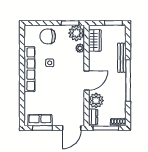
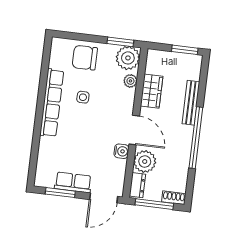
wardrobe: (95, 40) -> (152, 91), moved
door: (86, 80) -> (134, 130), hinge flipped
water cooler: (80, 96) -> (121, 151), added
row of seats: (40, 120) -> (73, 182), moved

